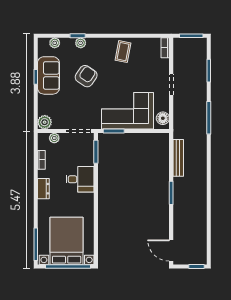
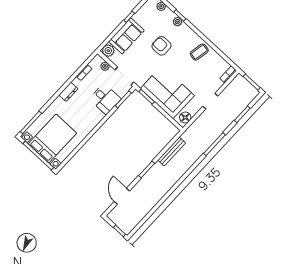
sofa: (48, 75) -> (126, 36), moved
armchair: (86, 76) -> (162, 46), turned -125
desk: (80, 179) -> (105, 99), moved
door: (171, 250) -> (122, 196), moved

